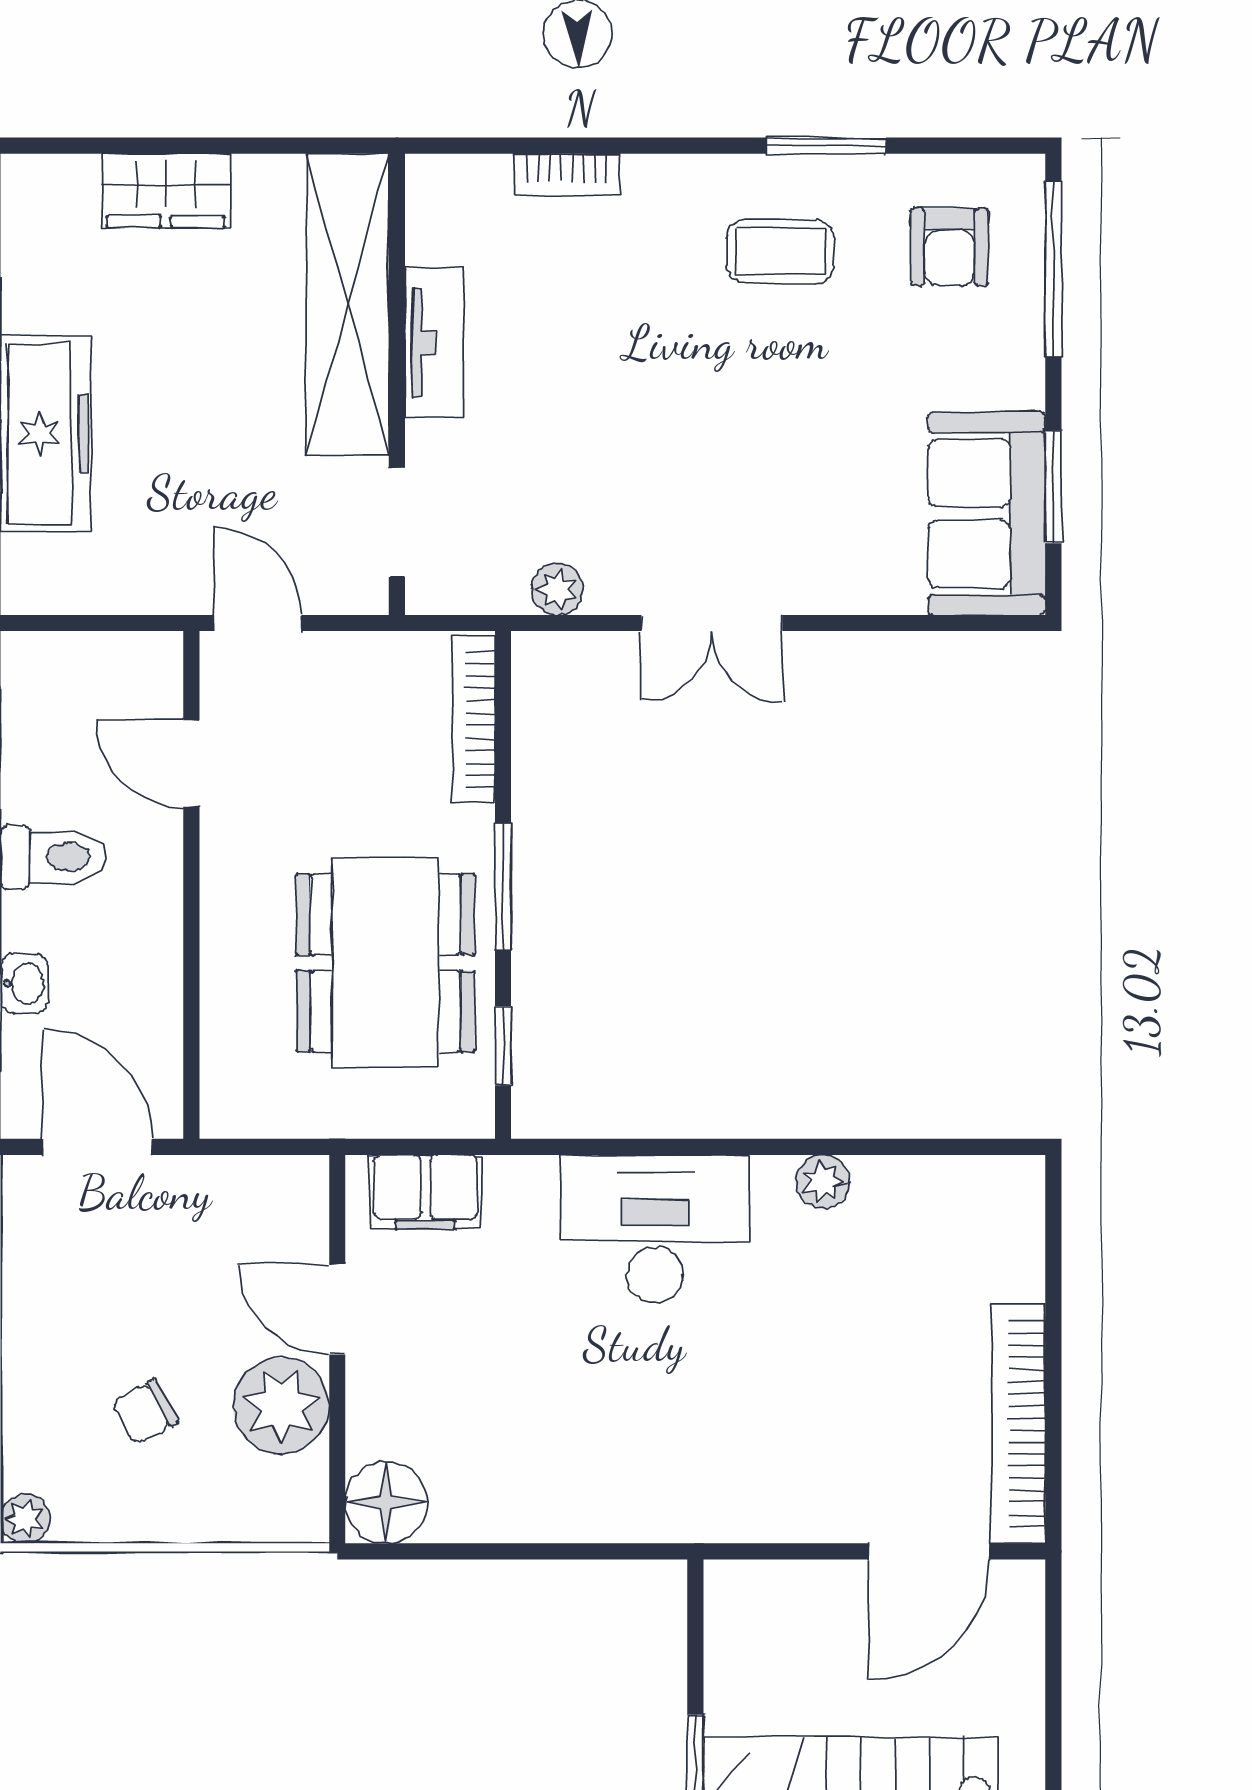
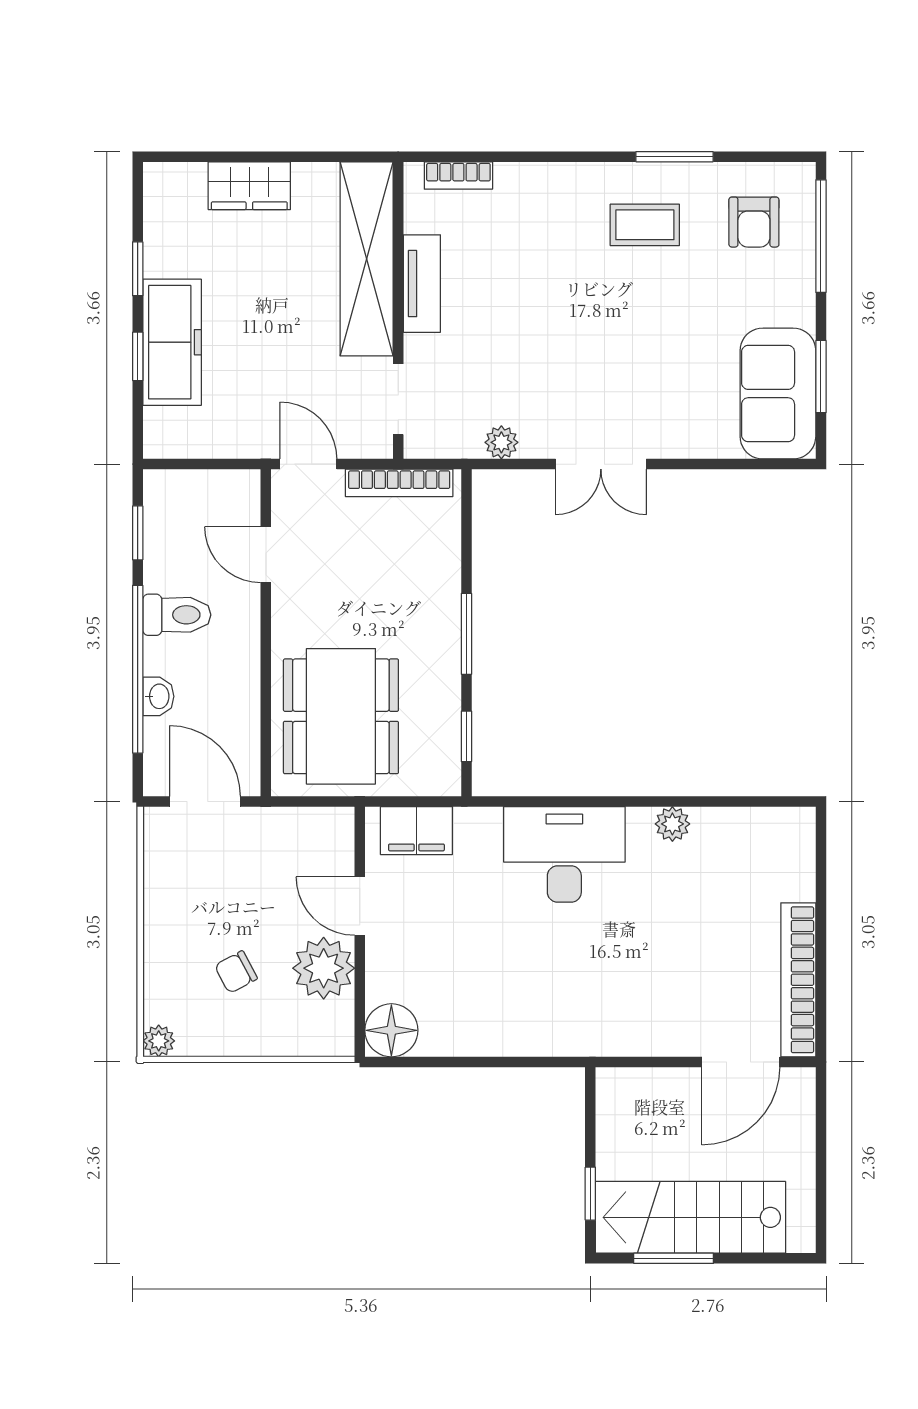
bookcase: (567, 175) -> (458, 175), moved
bookcase: (474, 719) -> (399, 483), moved, turned -90
dining table: (385, 963) -> (341, 716), moved

